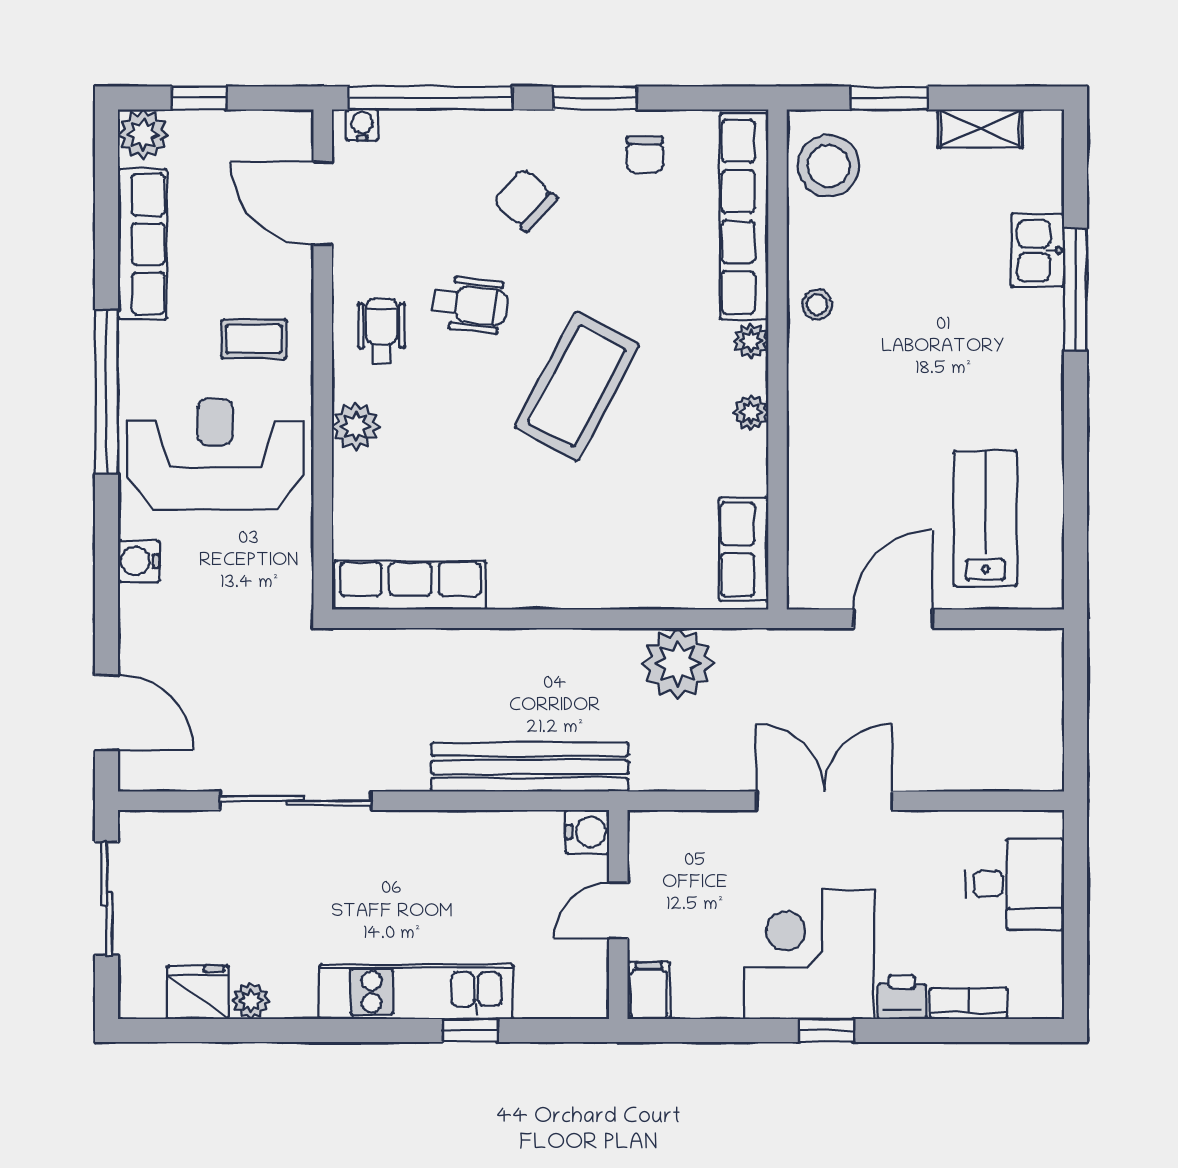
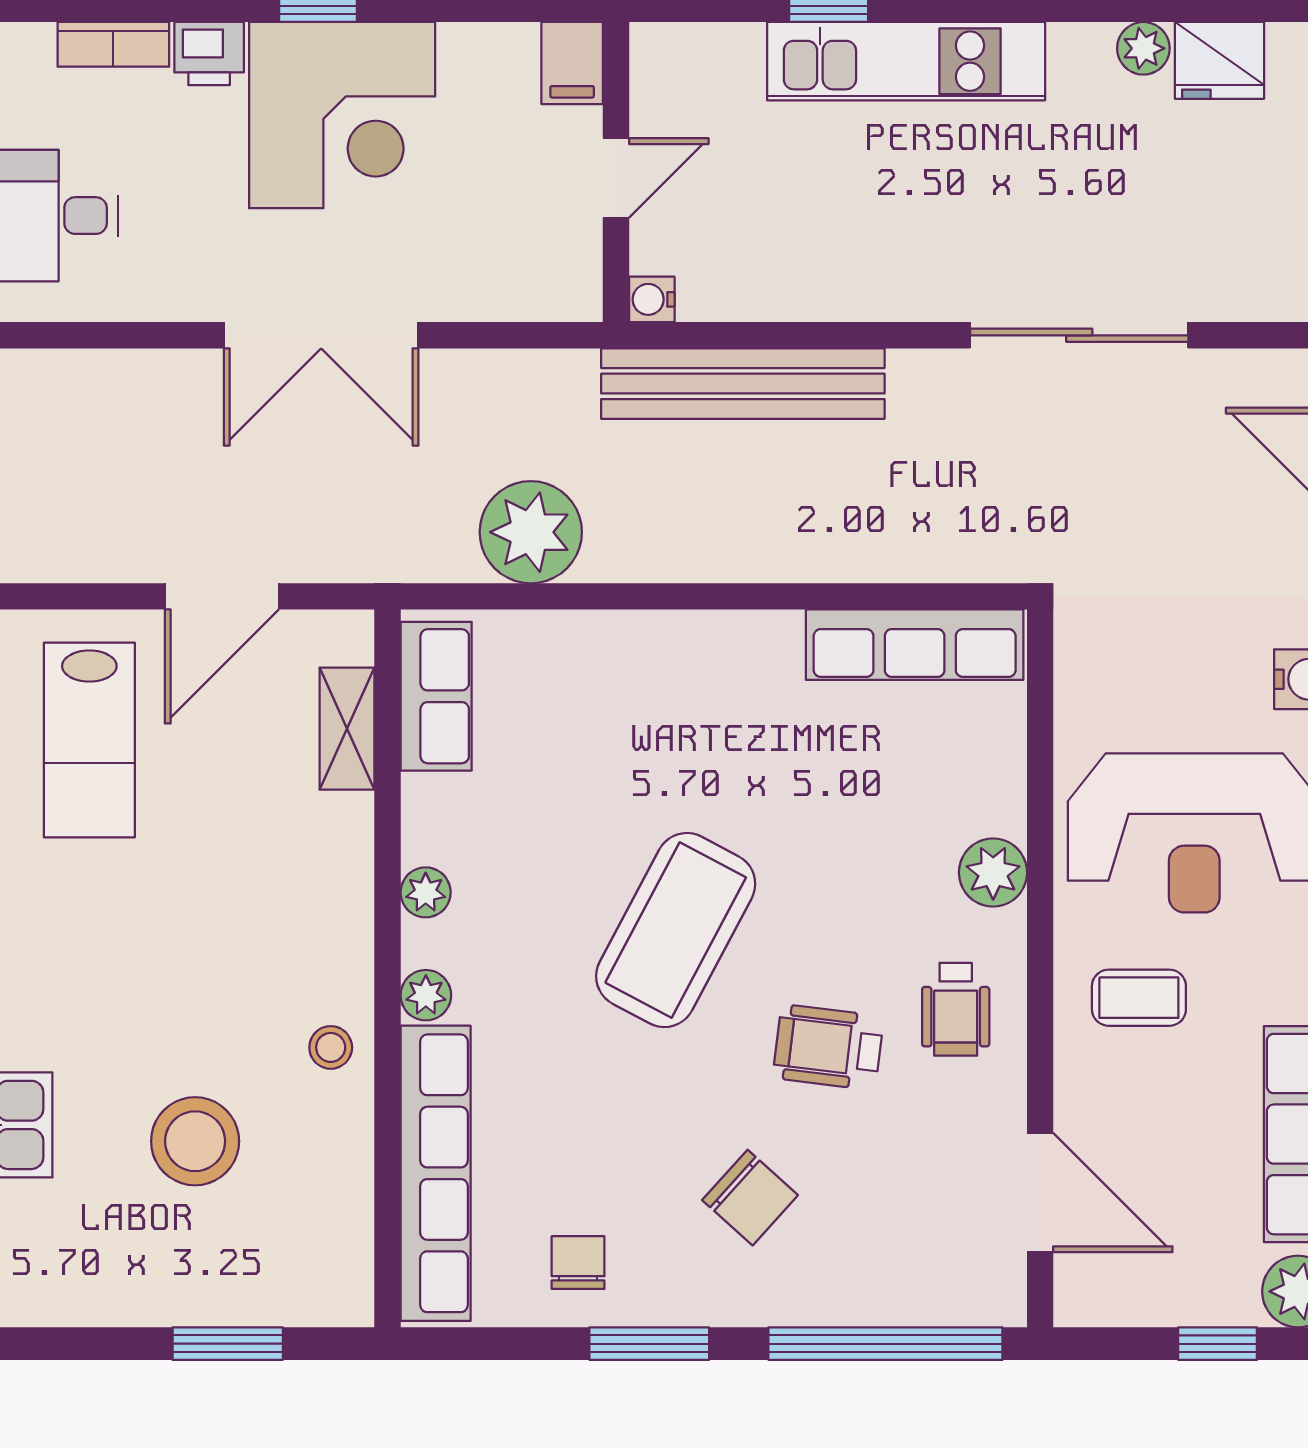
water cooler: (362, 125) -> (984, 1305), removed
shelving: (980, 128) -> (347, 729), moved, turned 90
stool: (829, 166) -> (195, 1141), moved
water cooler: (587, 832) -> (652, 299), width x0.72, depth x0.72

